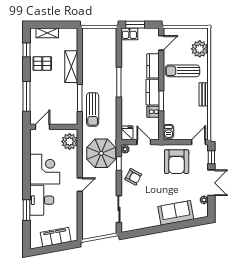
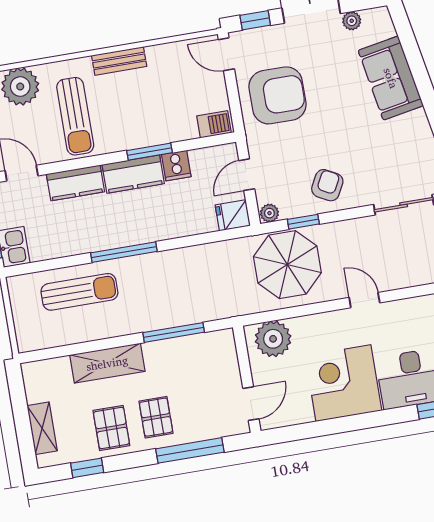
pallet: (44, 84) -> (156, 417), added
sun lounger: (93, 109) -> (79, 292), moved
door: (43, 127) -> (251, 404), swing flipped

